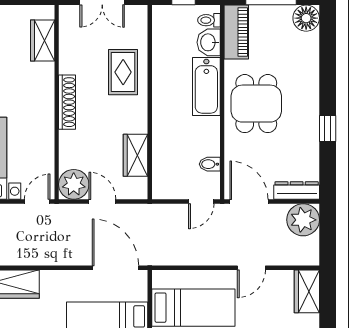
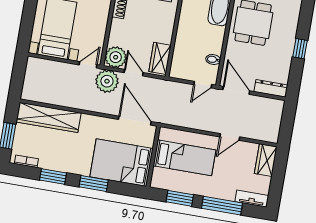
wardrobe: (135, 155) -> (160, 58), moved
plant: (303, 220) -> (107, 81), moved

